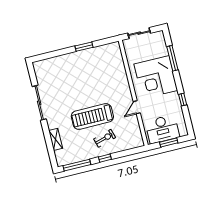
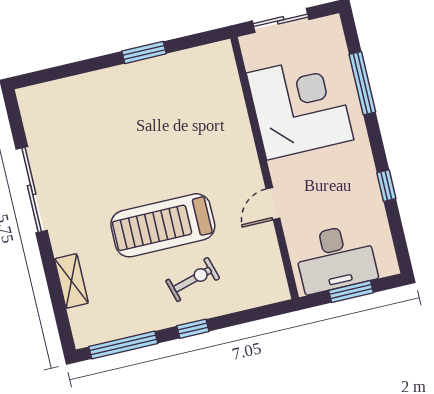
corner desk: (156, 77) -> (300, 106), moved, turned 180

